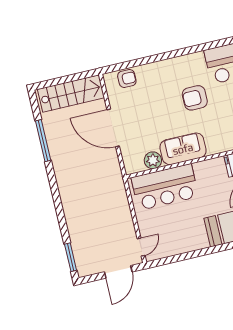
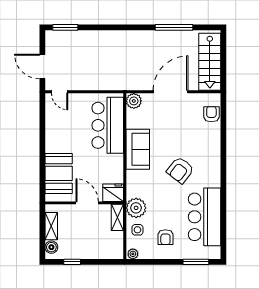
armchair: (127, 79) -> (211, 114), turned 180
armchair: (195, 98) -> (180, 170), turned -142
plant: (153, 160) -> (134, 101), moved

